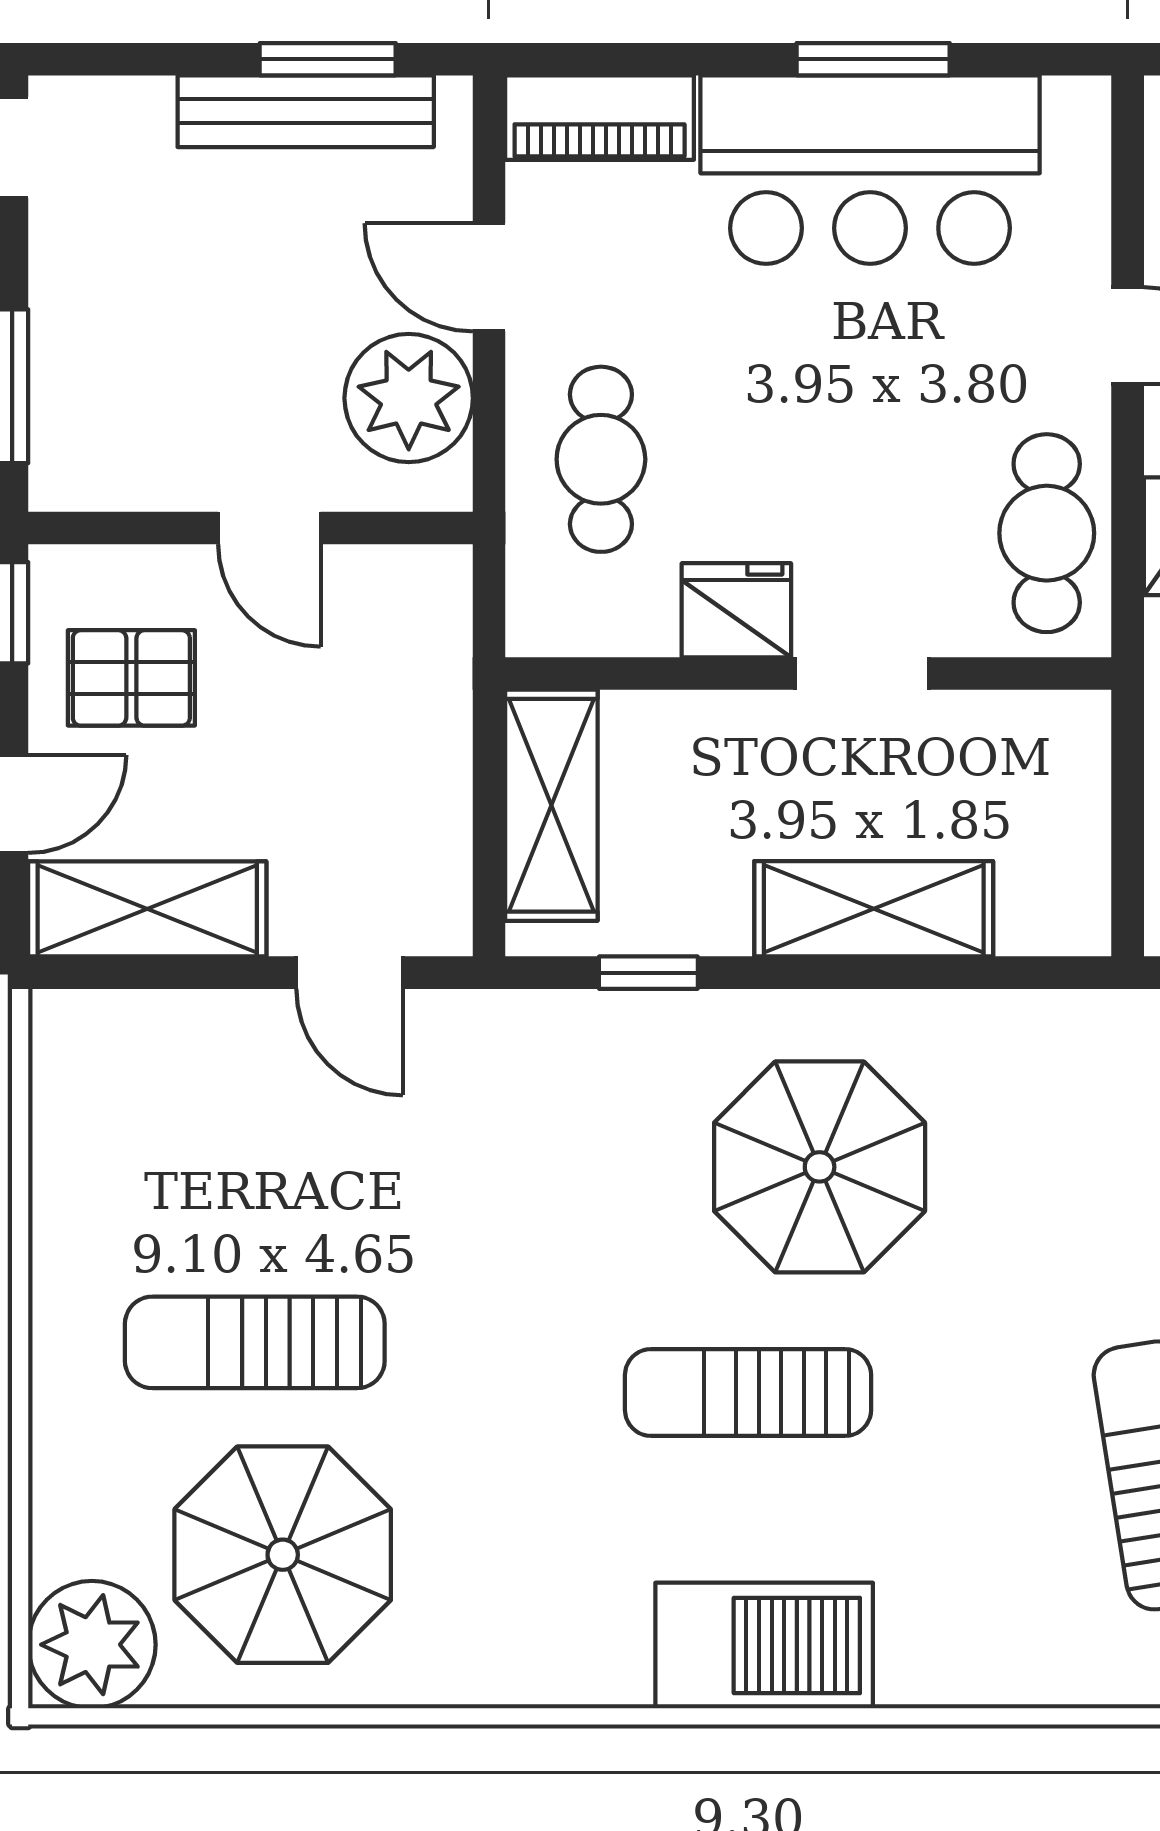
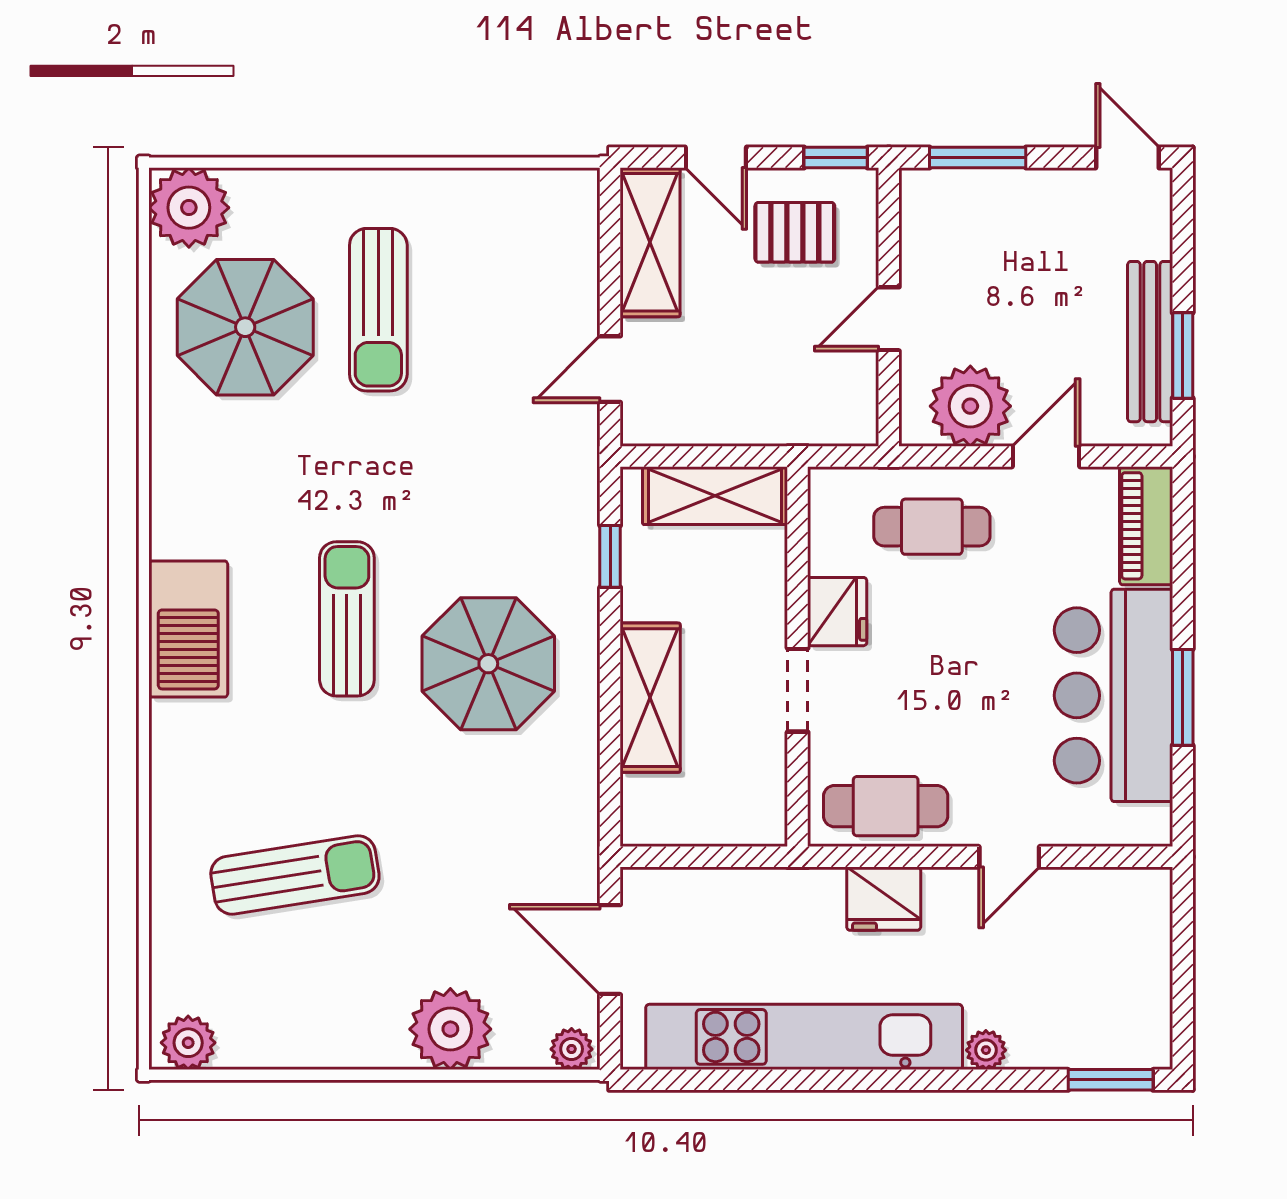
pallet: (131, 678) -> (795, 232), turned 90
sun lounger: (255, 1342) -> (378, 310), turned 180

